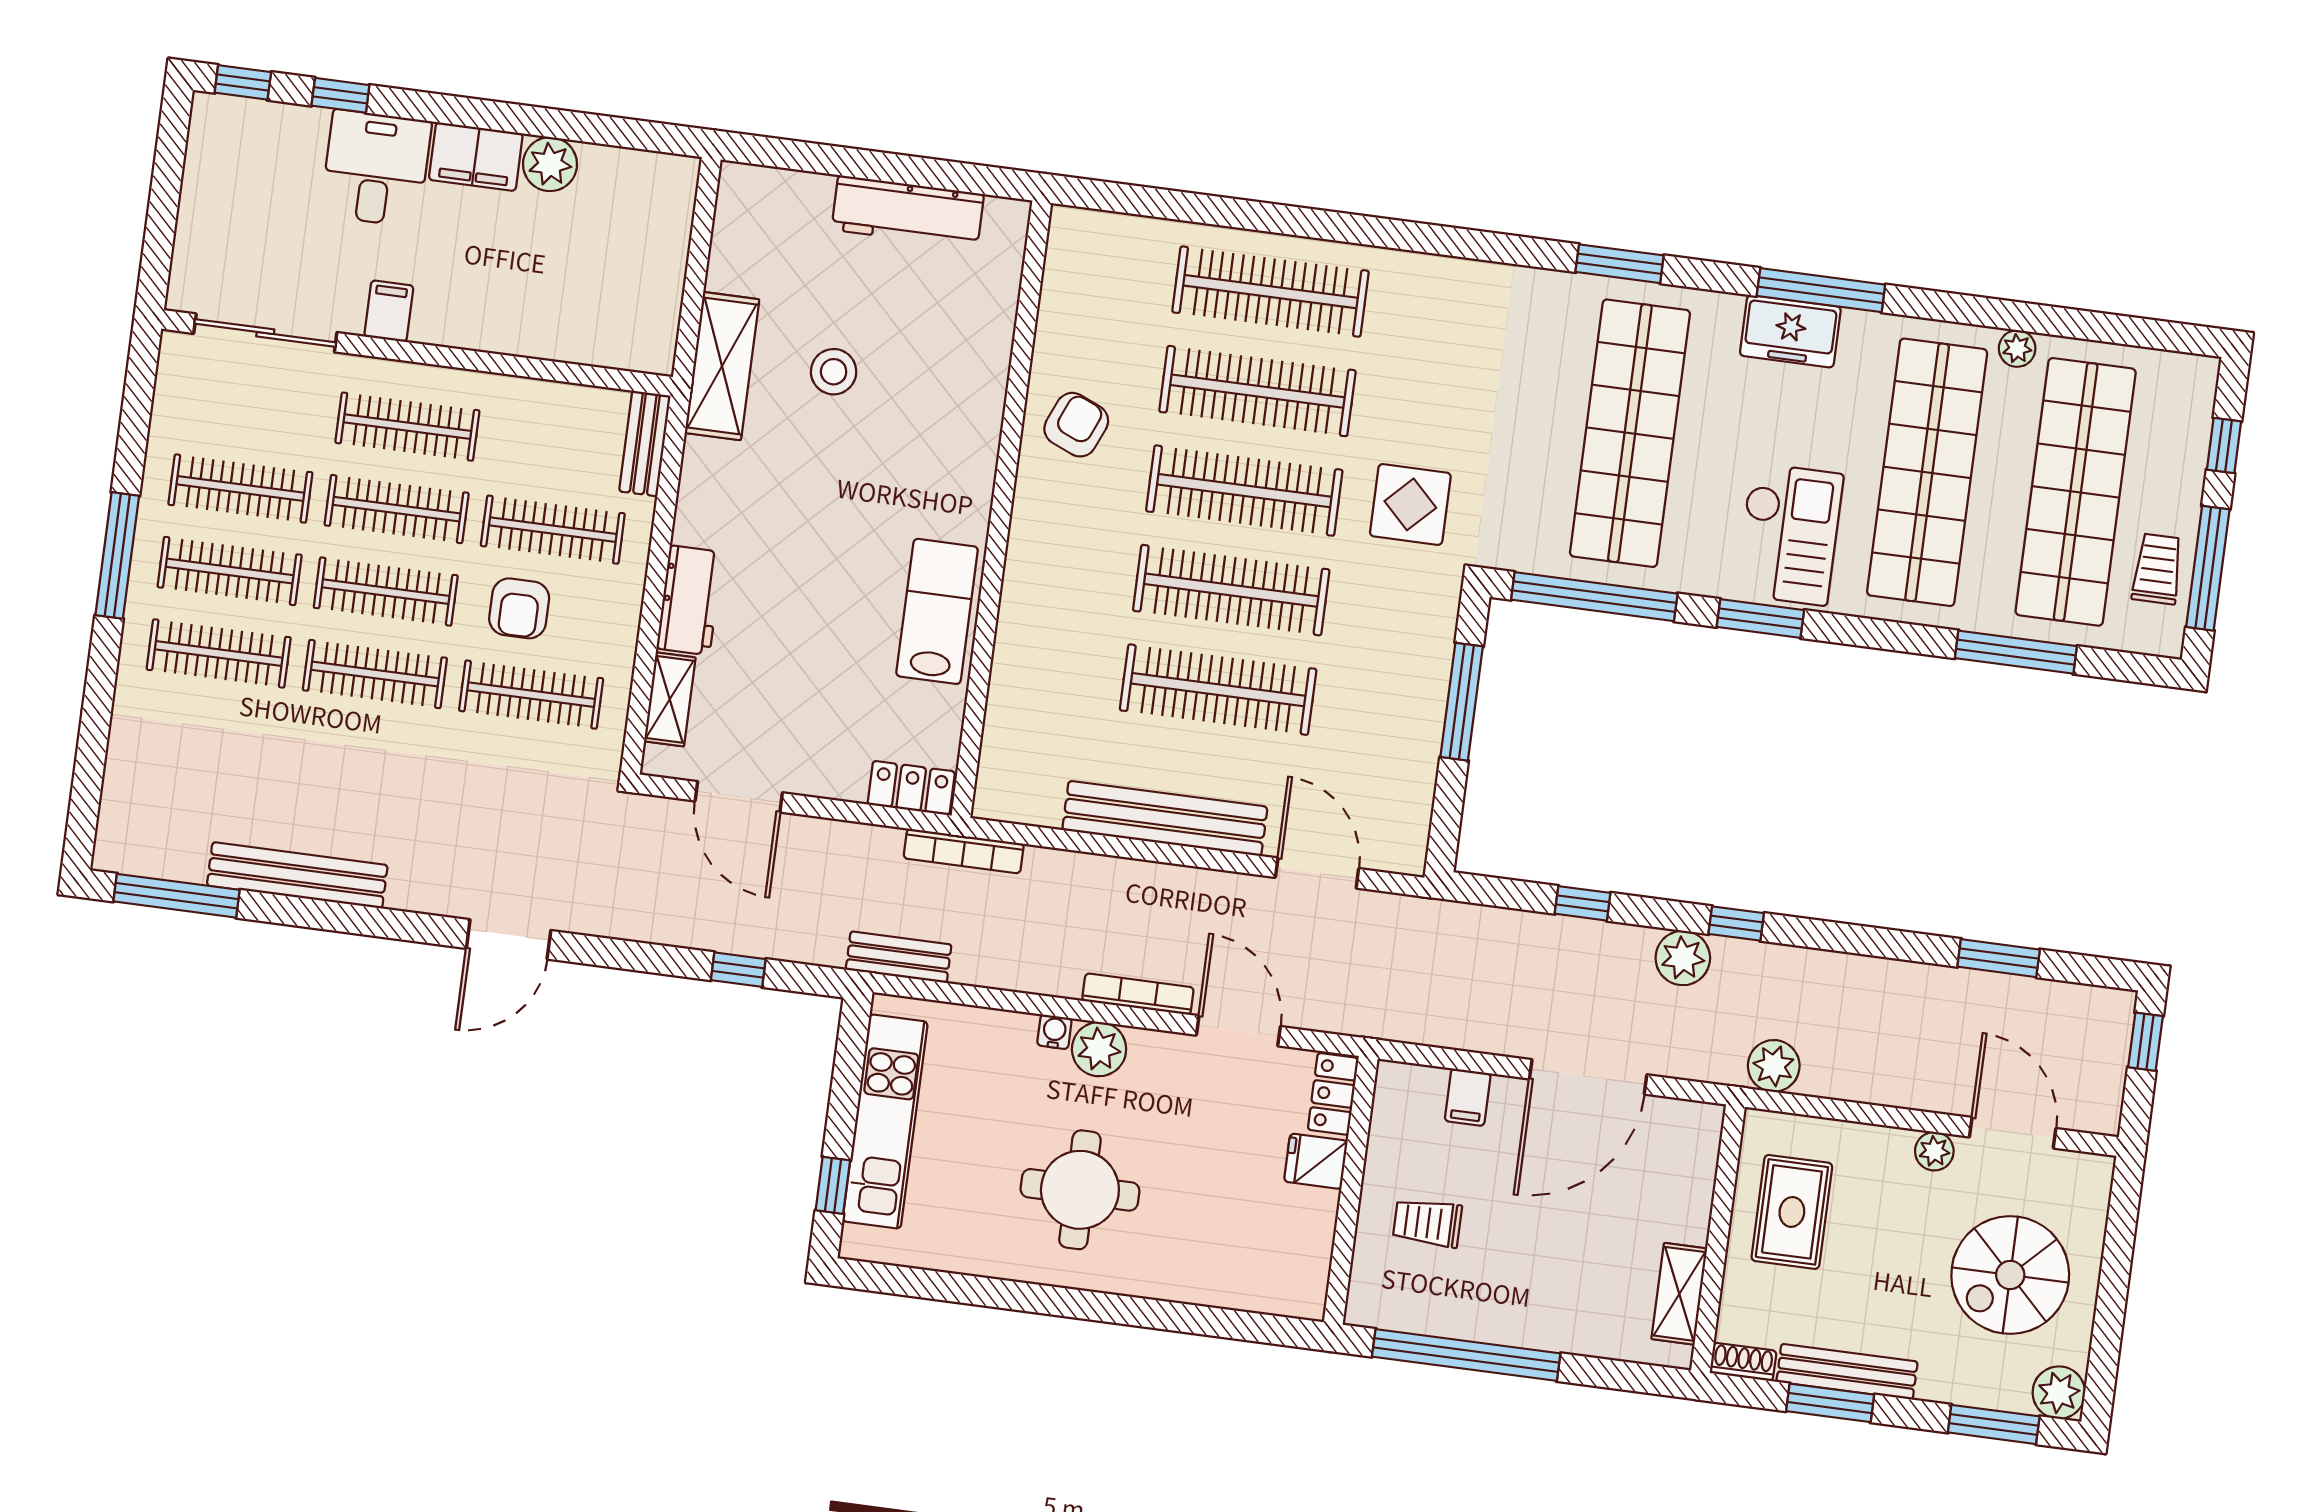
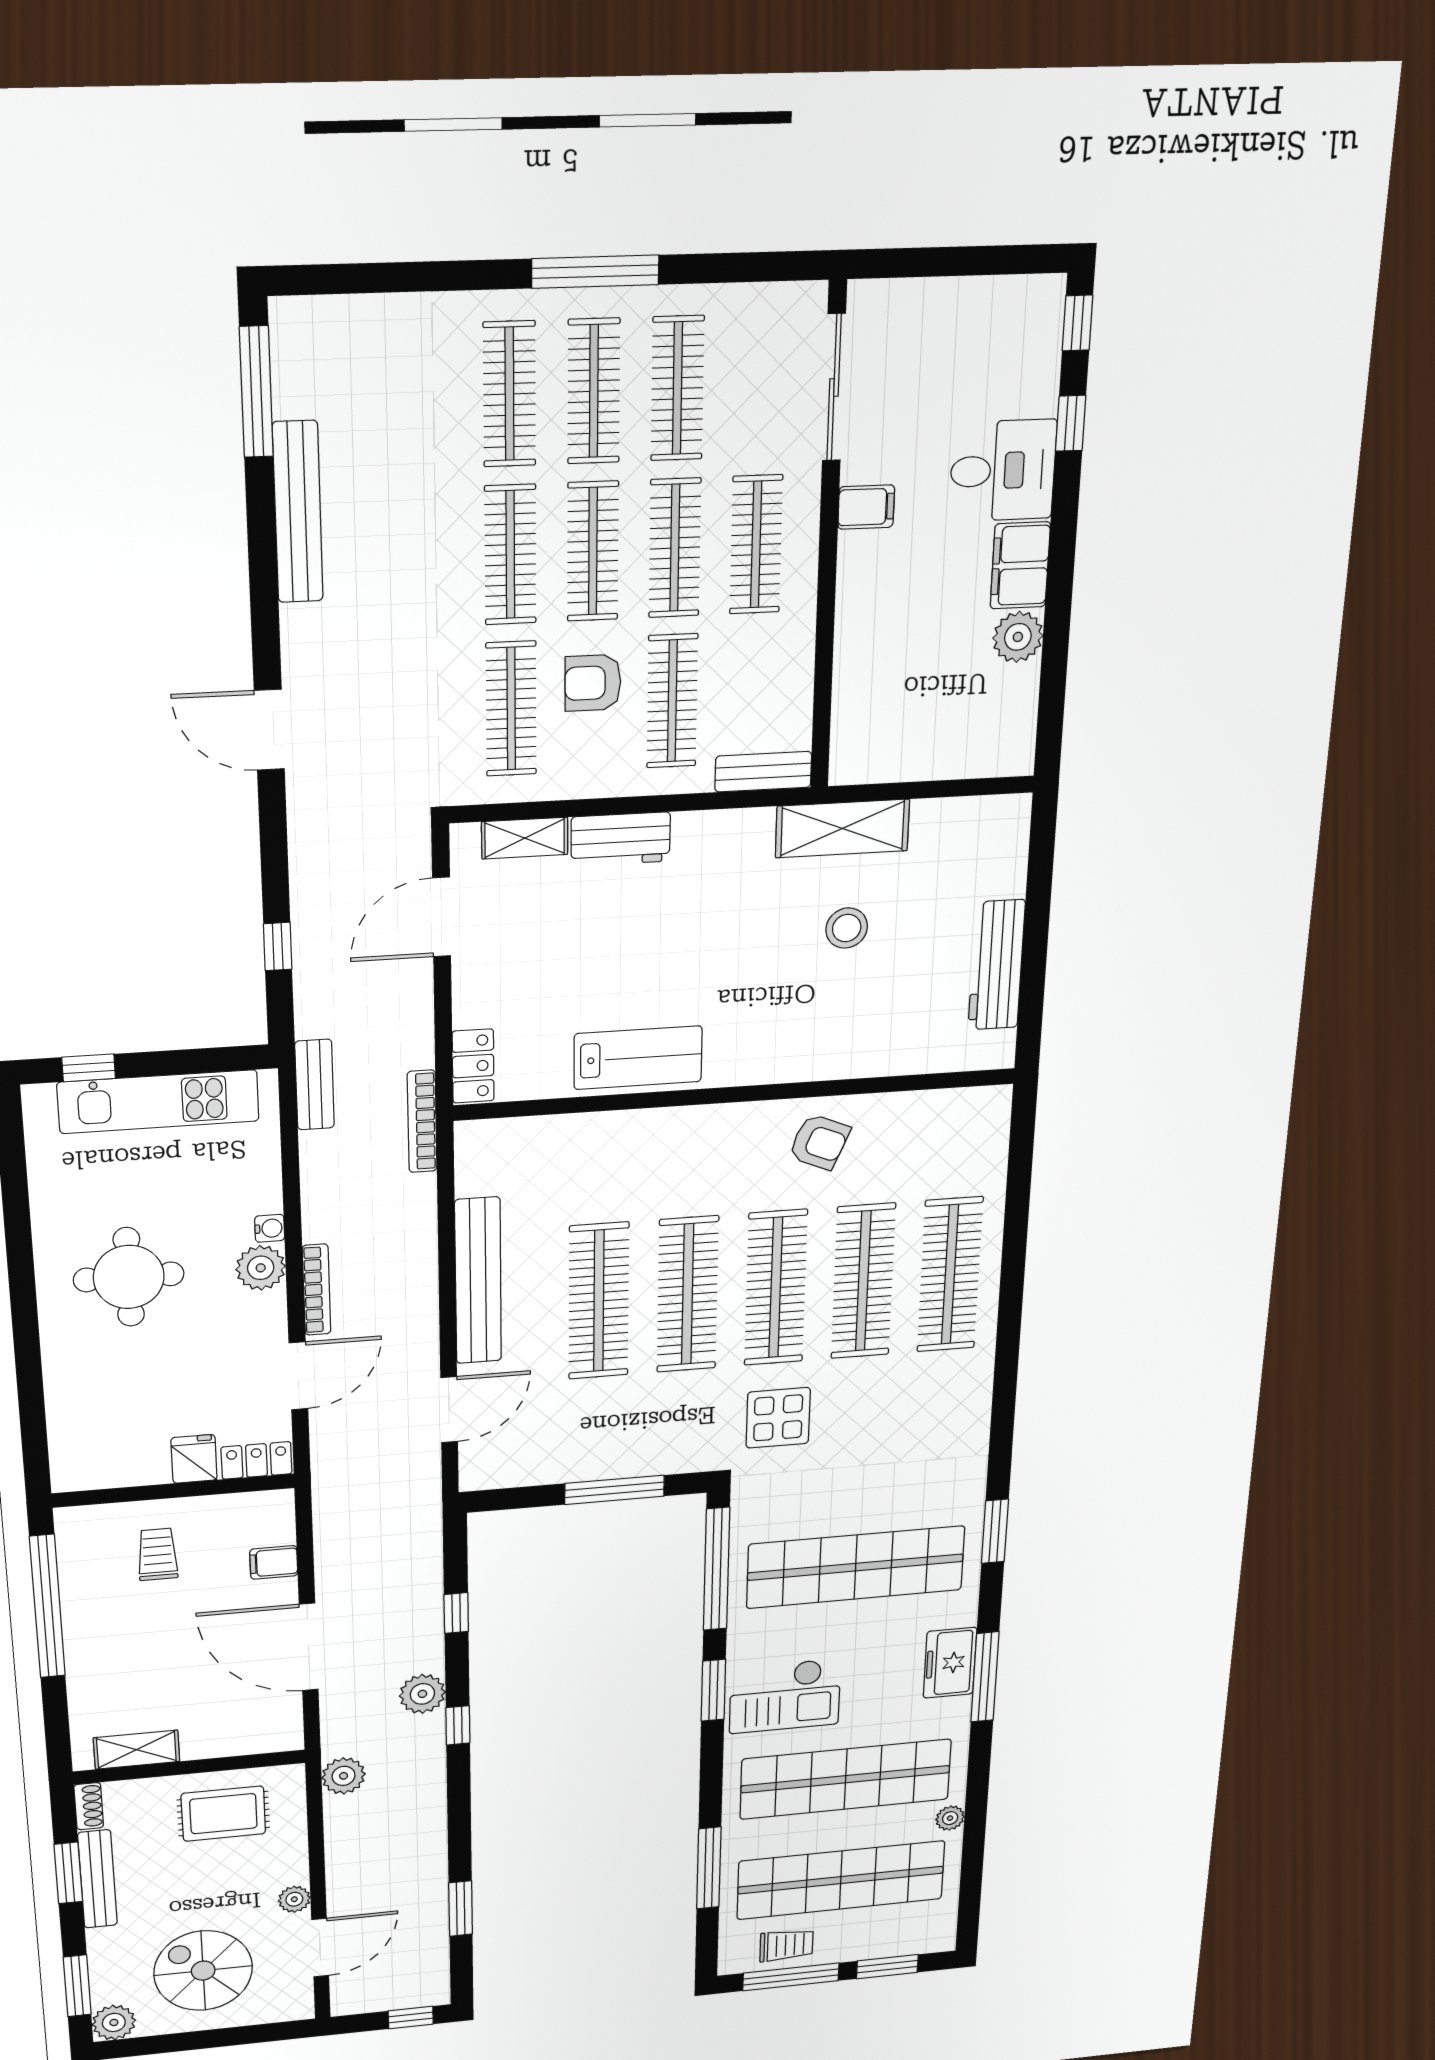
window: (2224, 445) -> (887, 1967), width x1.50

